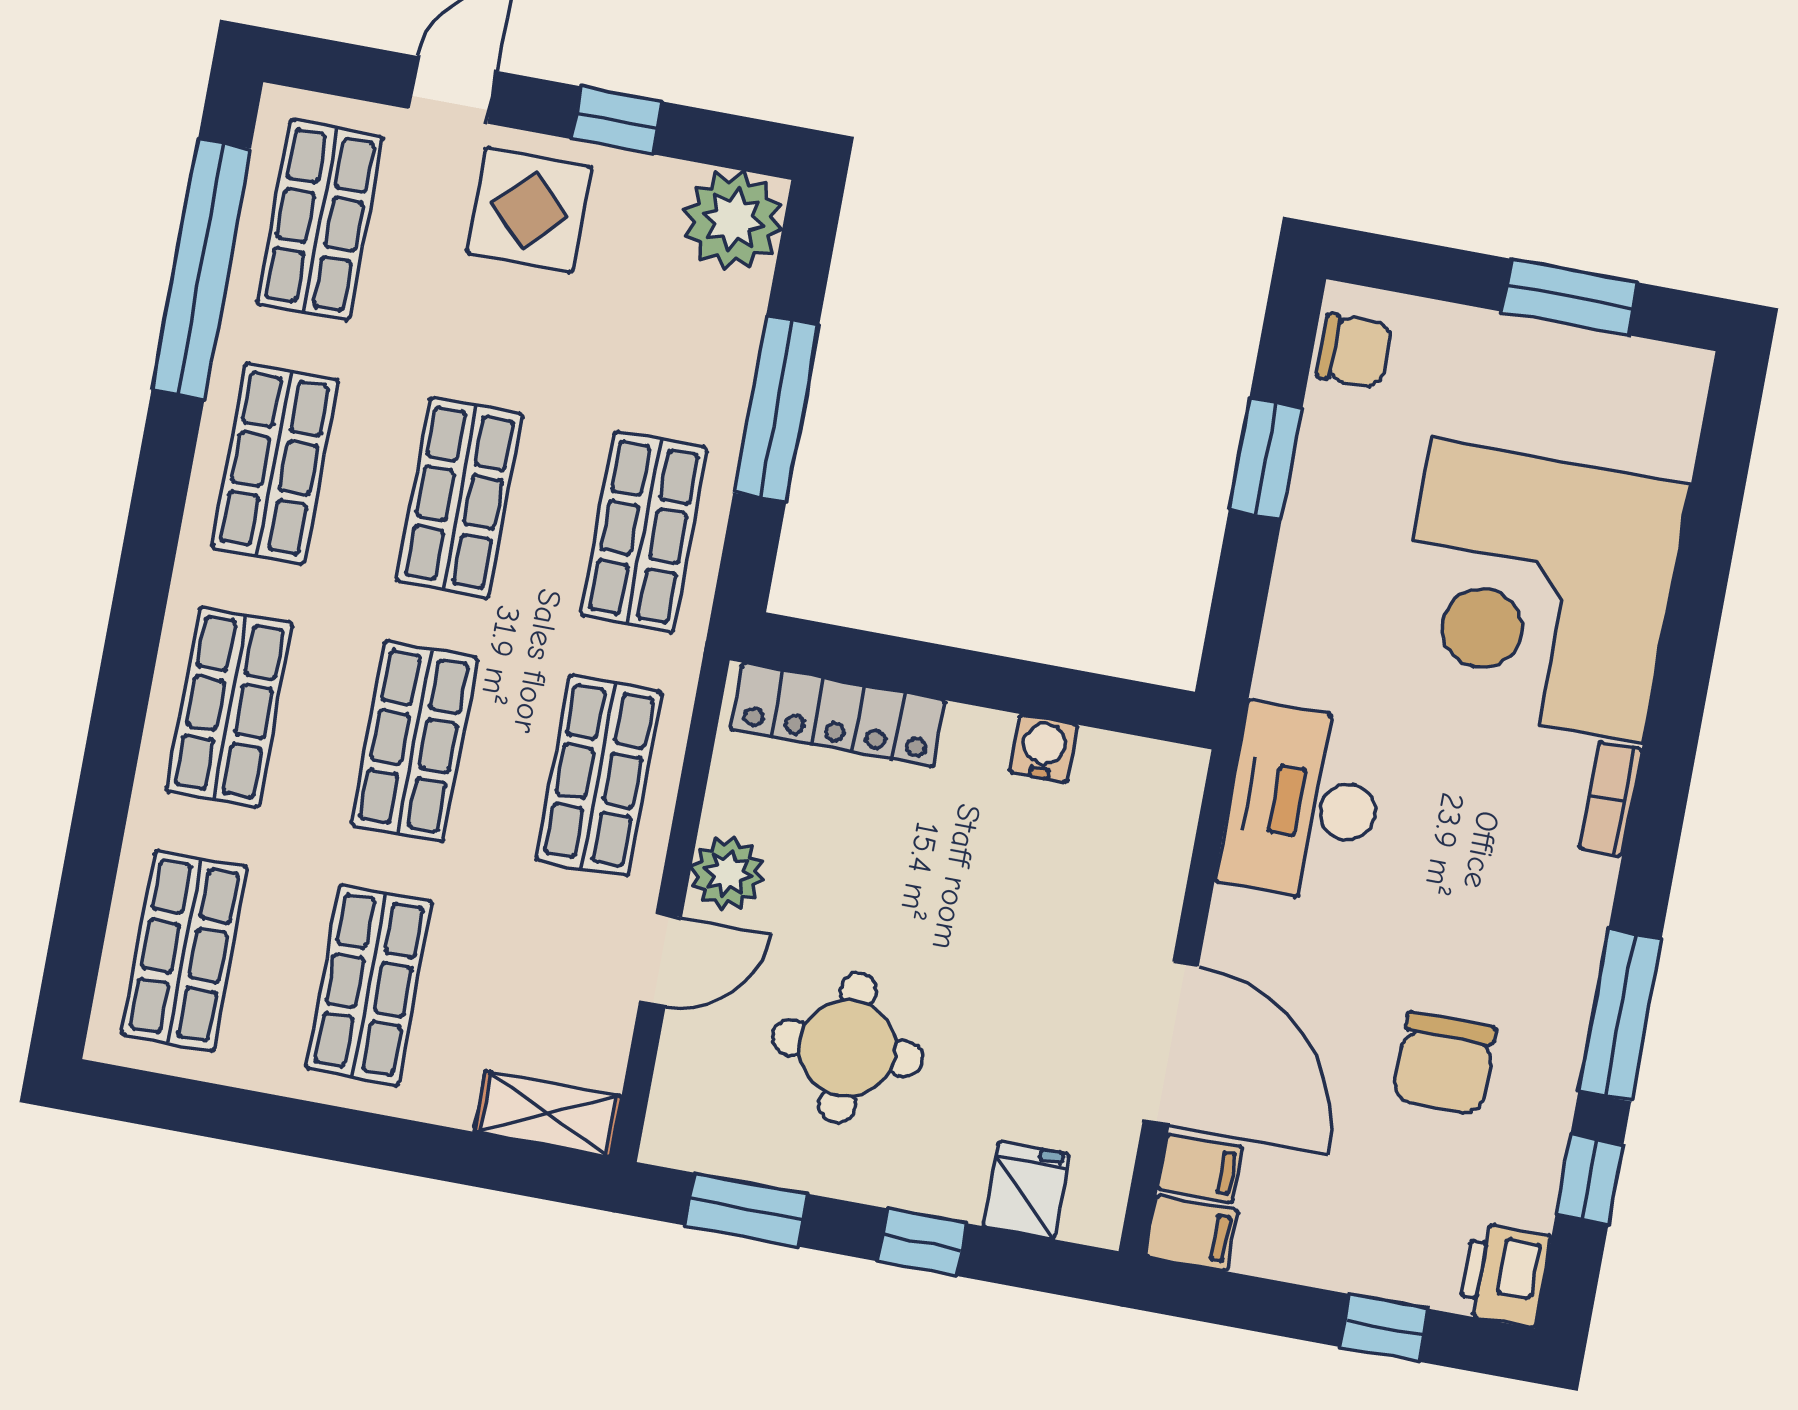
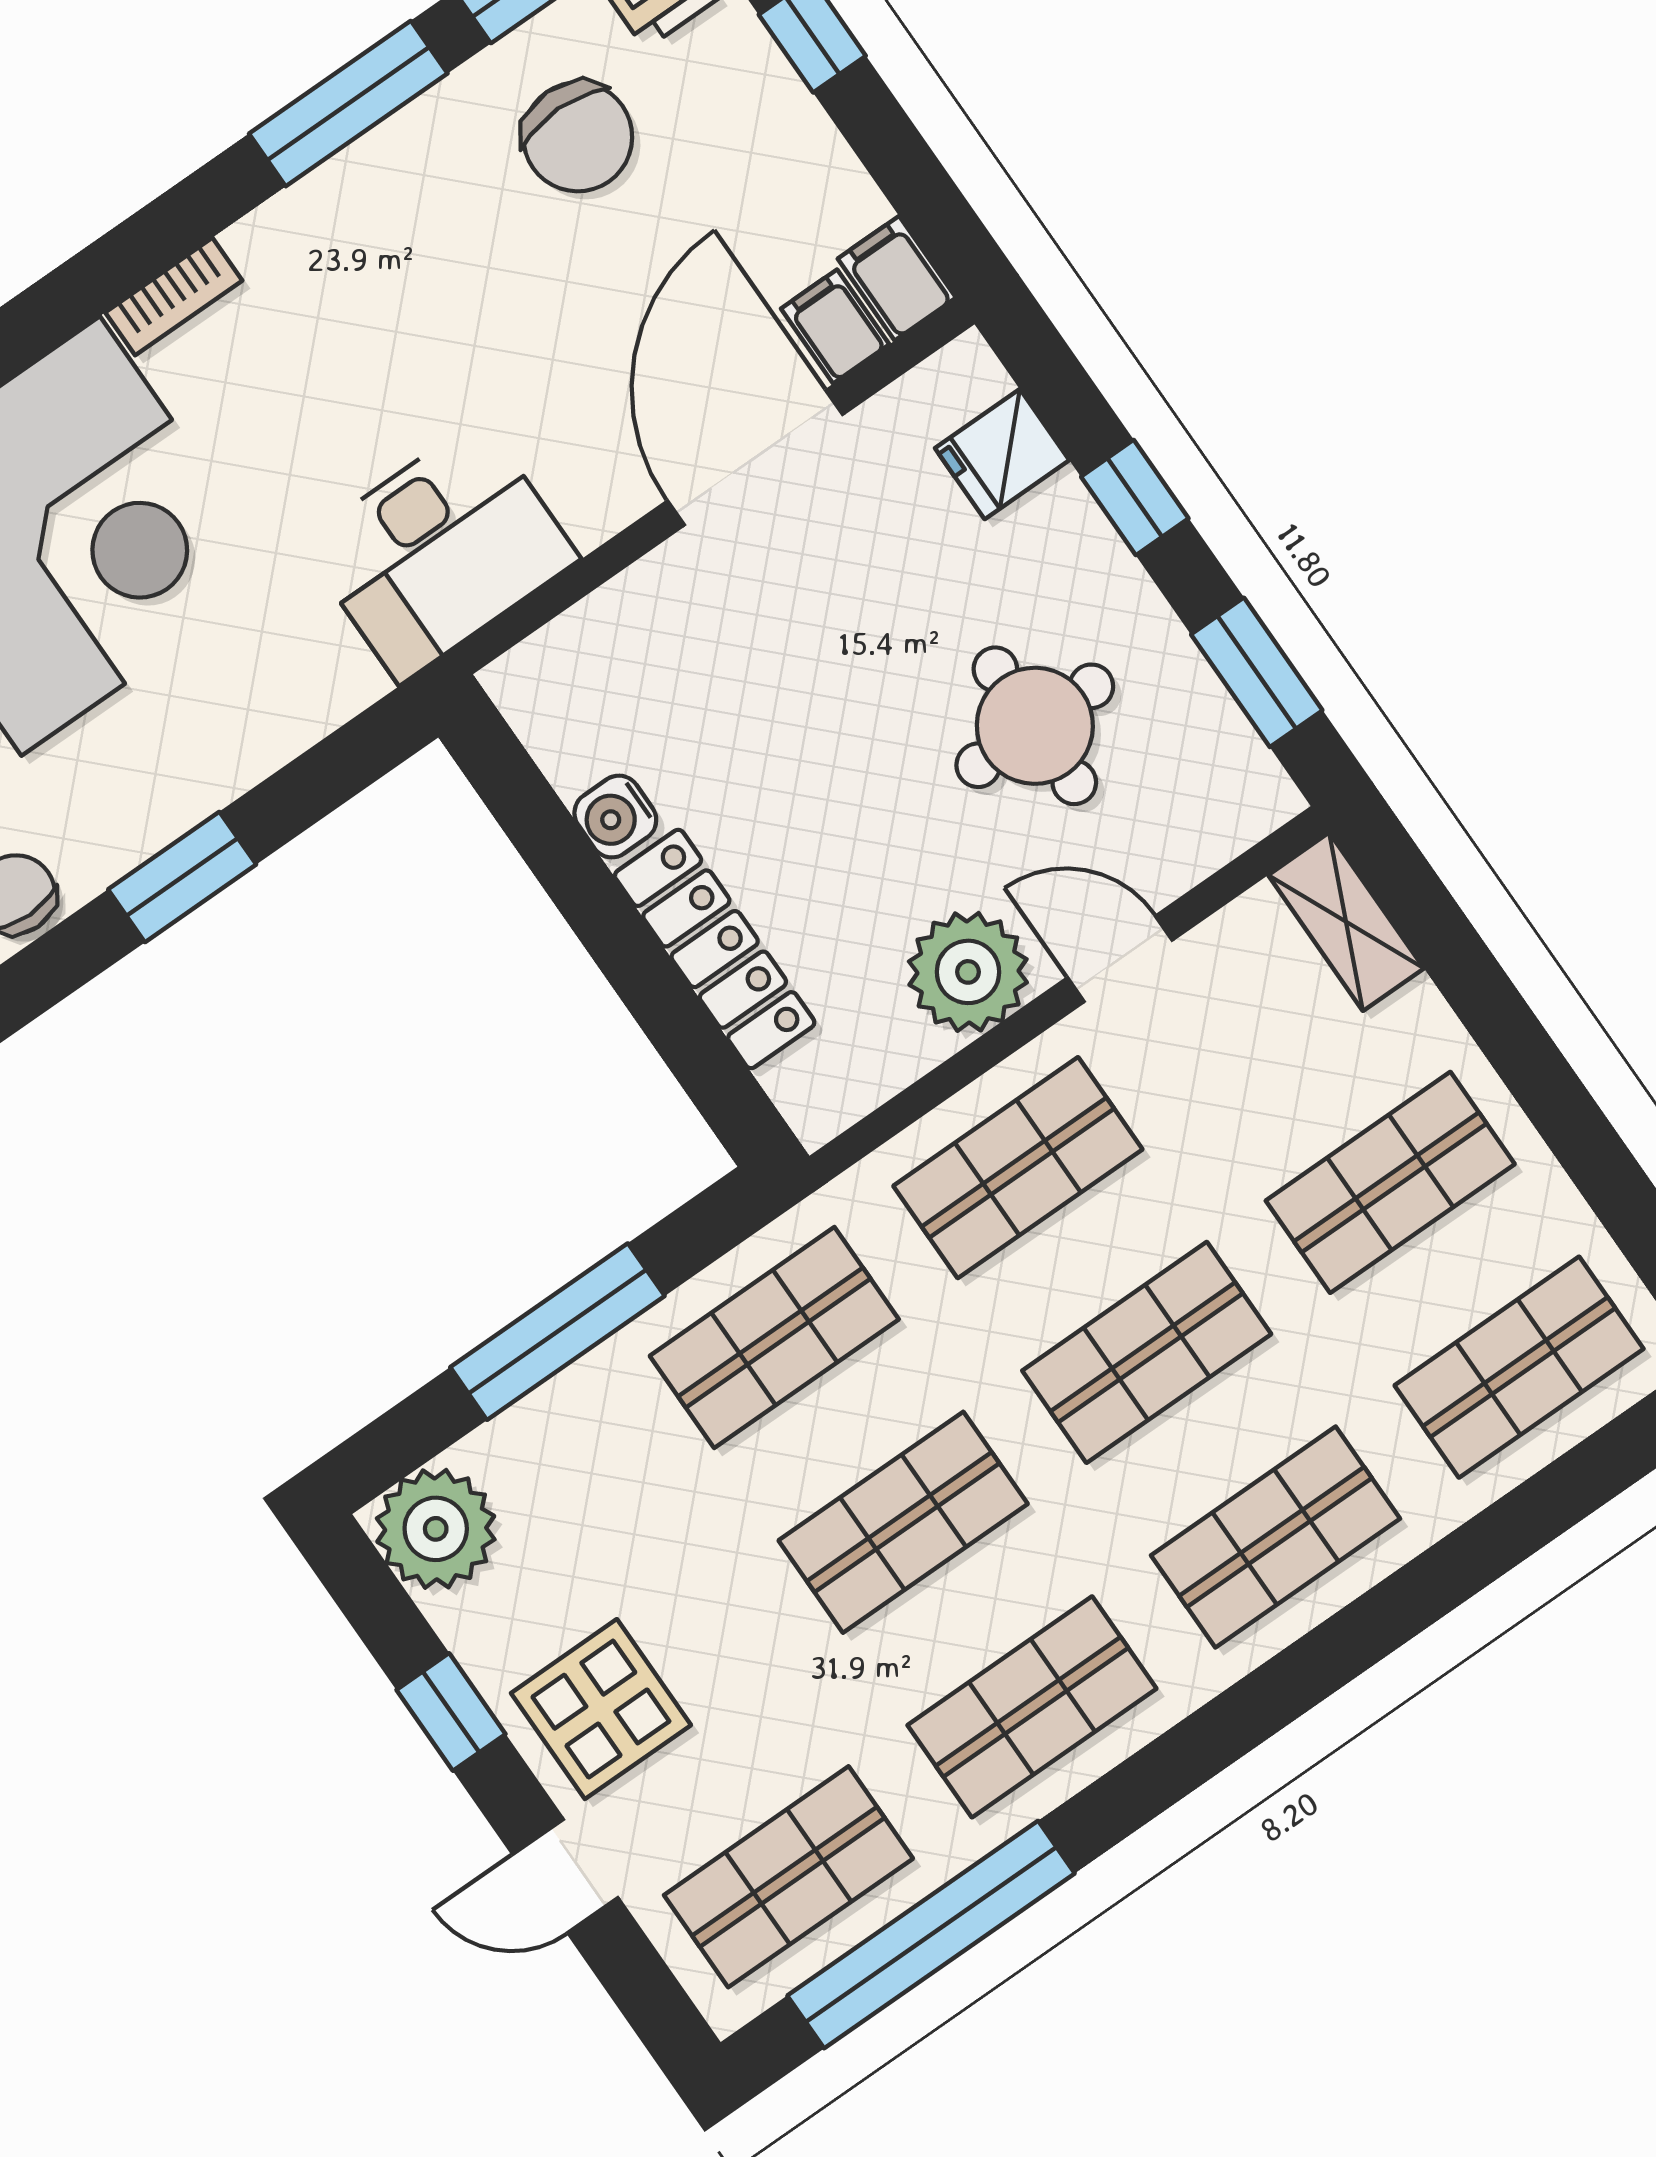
locker: (838, 715) -> (715, 949), moved
plant: (728, 873) -> (968, 972), width x1.36, depth x1.36
chair: (1444, 1064) -> (578, 137), moved, turned 90

